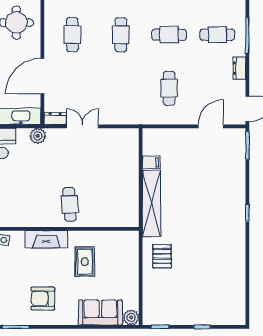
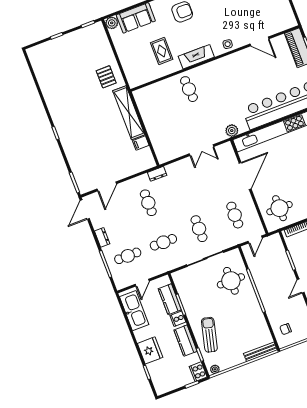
dresser: (55, 118) -> (157, 174), moved

